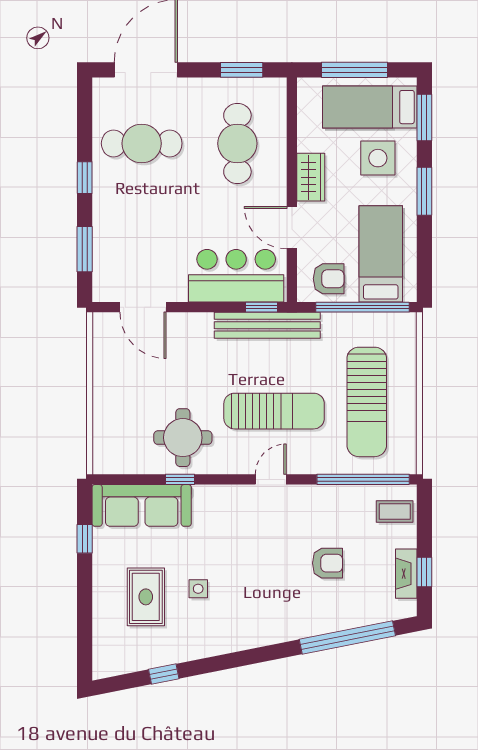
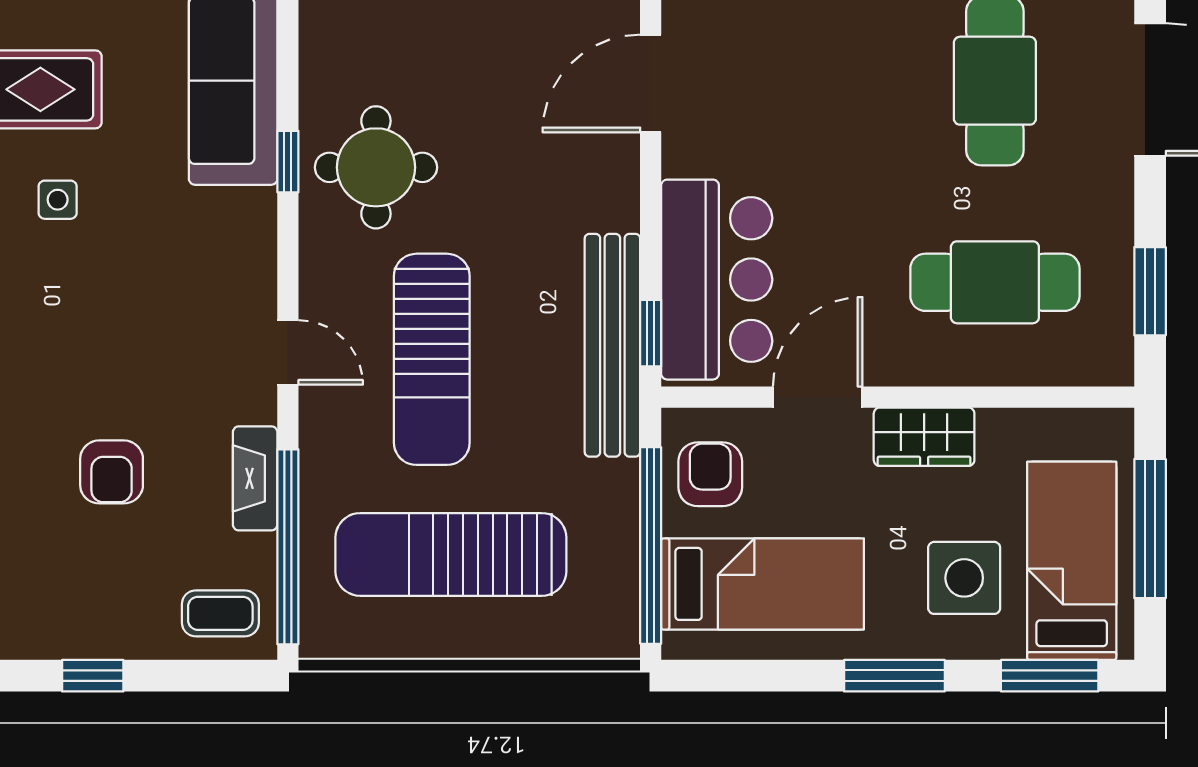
armchair: (329, 279) -> (710, 474), turned 180
coffee table: (395, 511) -> (220, 613), turned 90
fireplace: (406, 574) -> (255, 478), moved, turned -90

